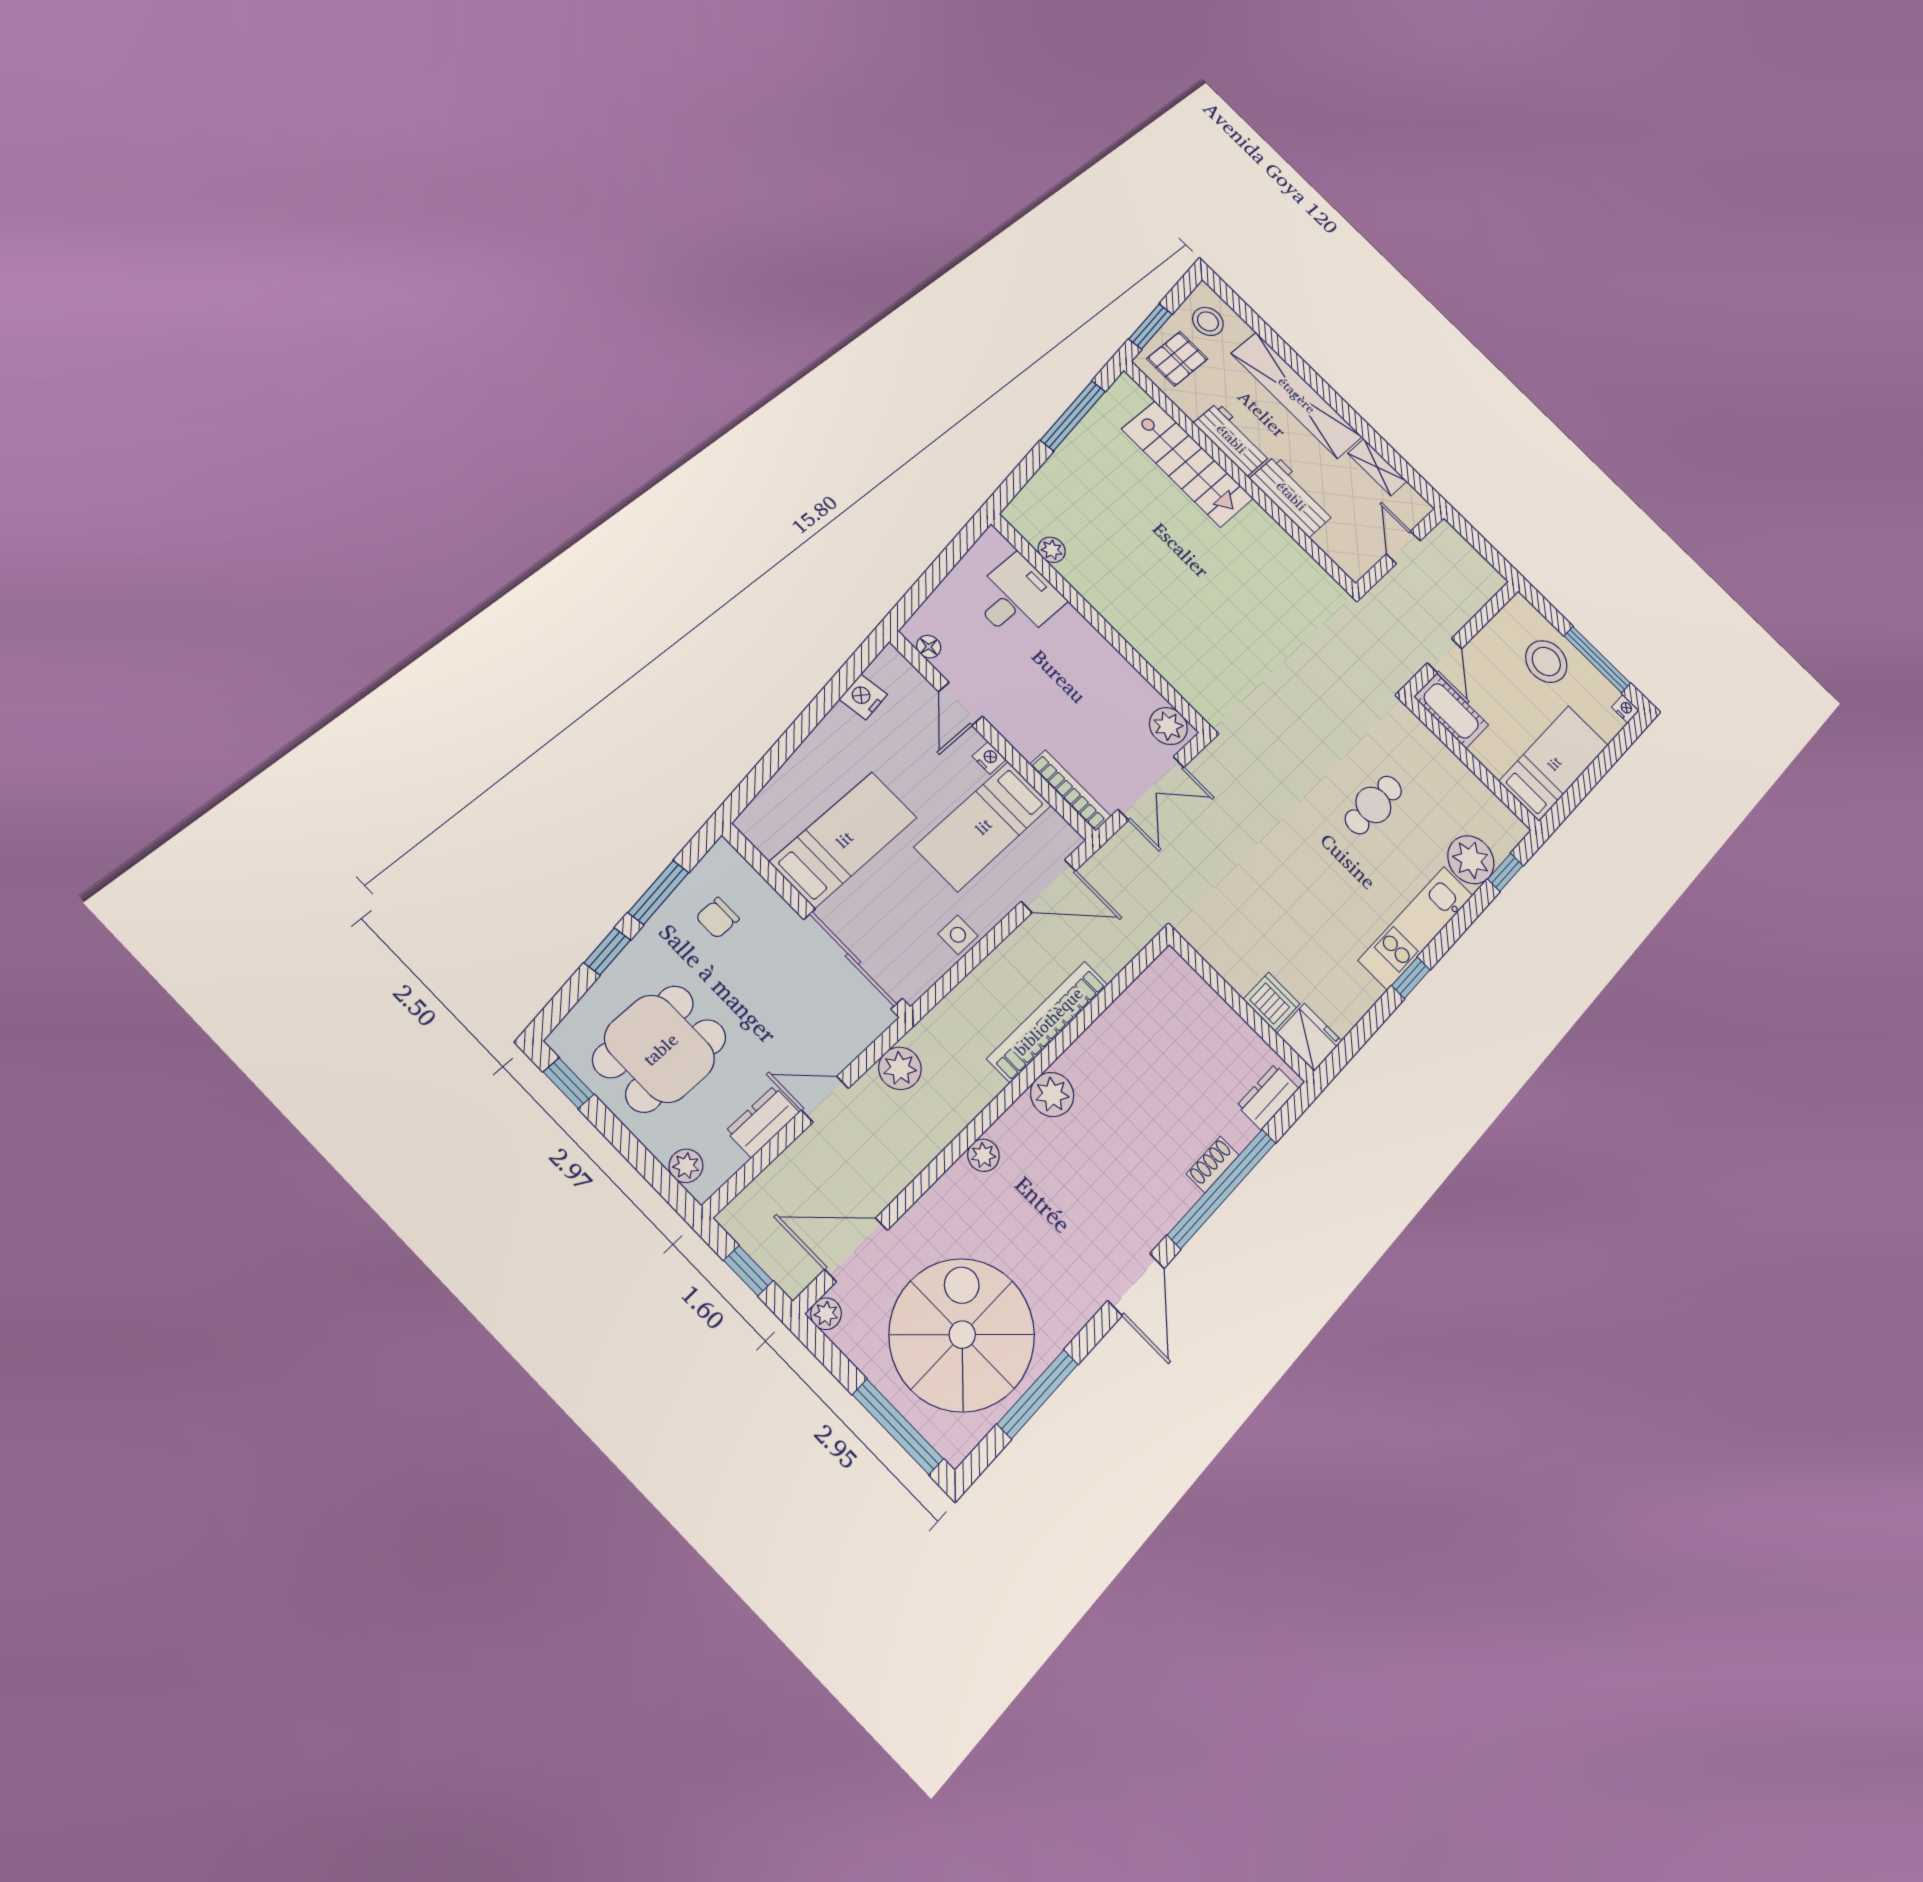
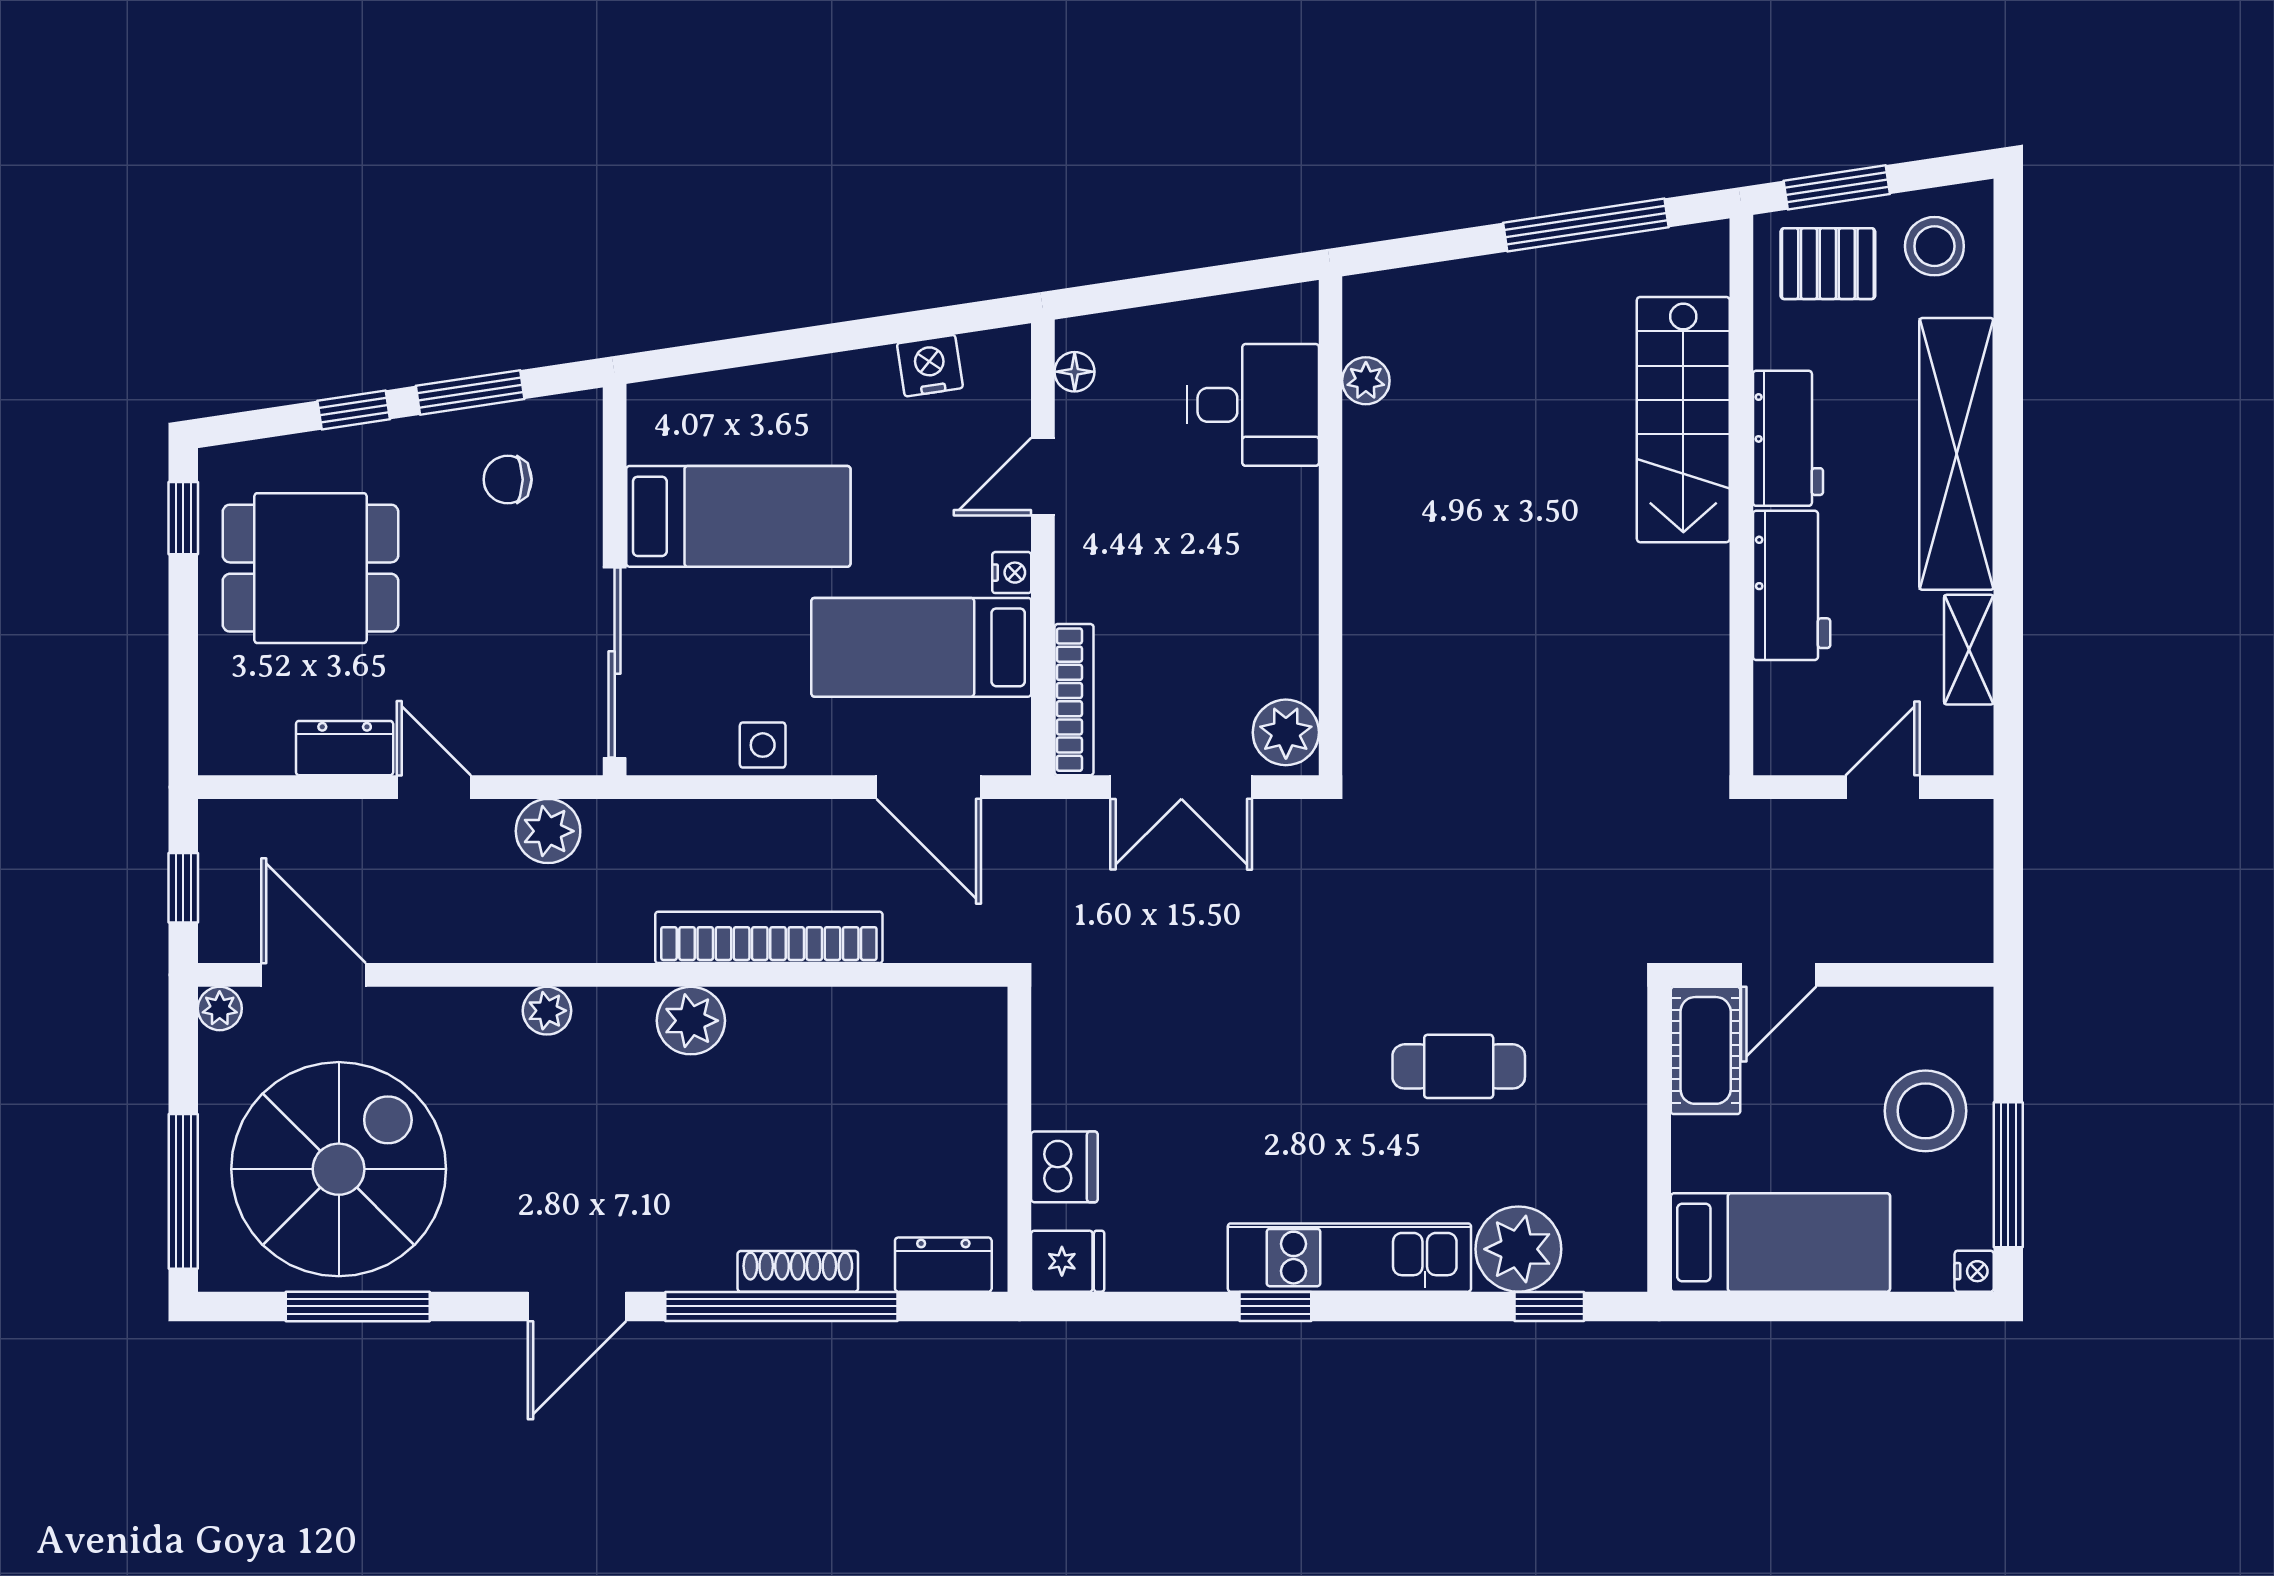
fridge: (1309, 1037) -> (1068, 1261), width x0.72
shoe rack: (1213, 1164) -> (798, 1271), width x1.43
plant: (686, 1166) -> (222, 719), removed

